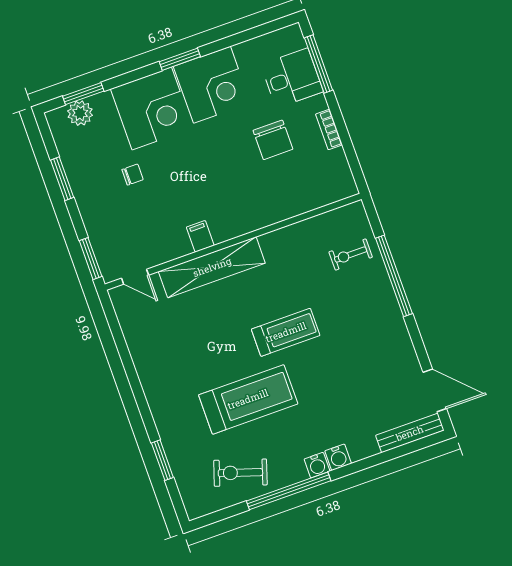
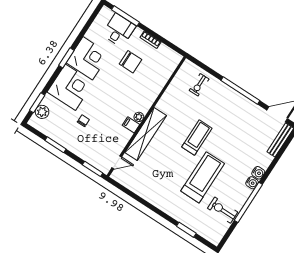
plant: (221, 233) -> (139, 117), added
window: (394, 276) -> (240, 91), moved
exercise bike: (240, 473) -> (223, 210), turned 72

